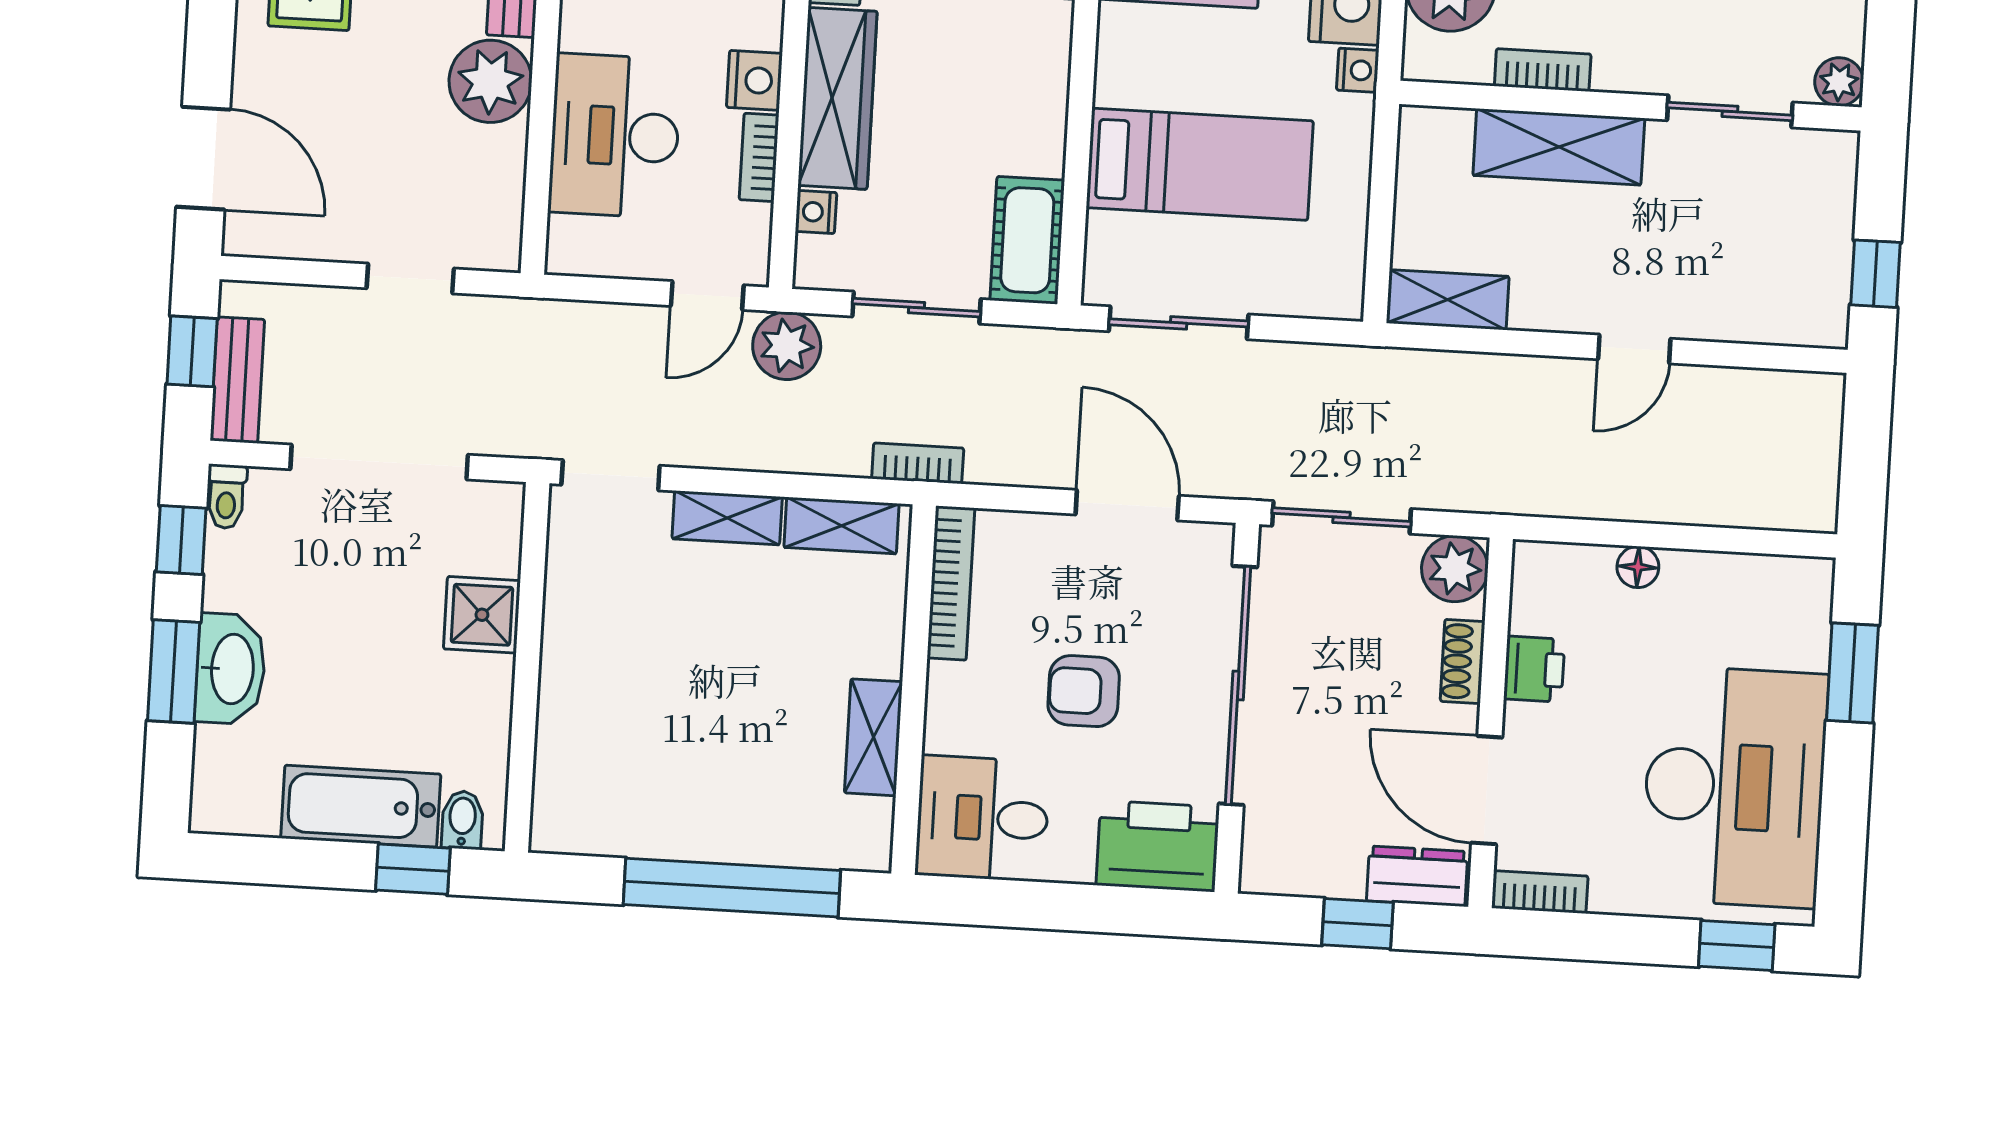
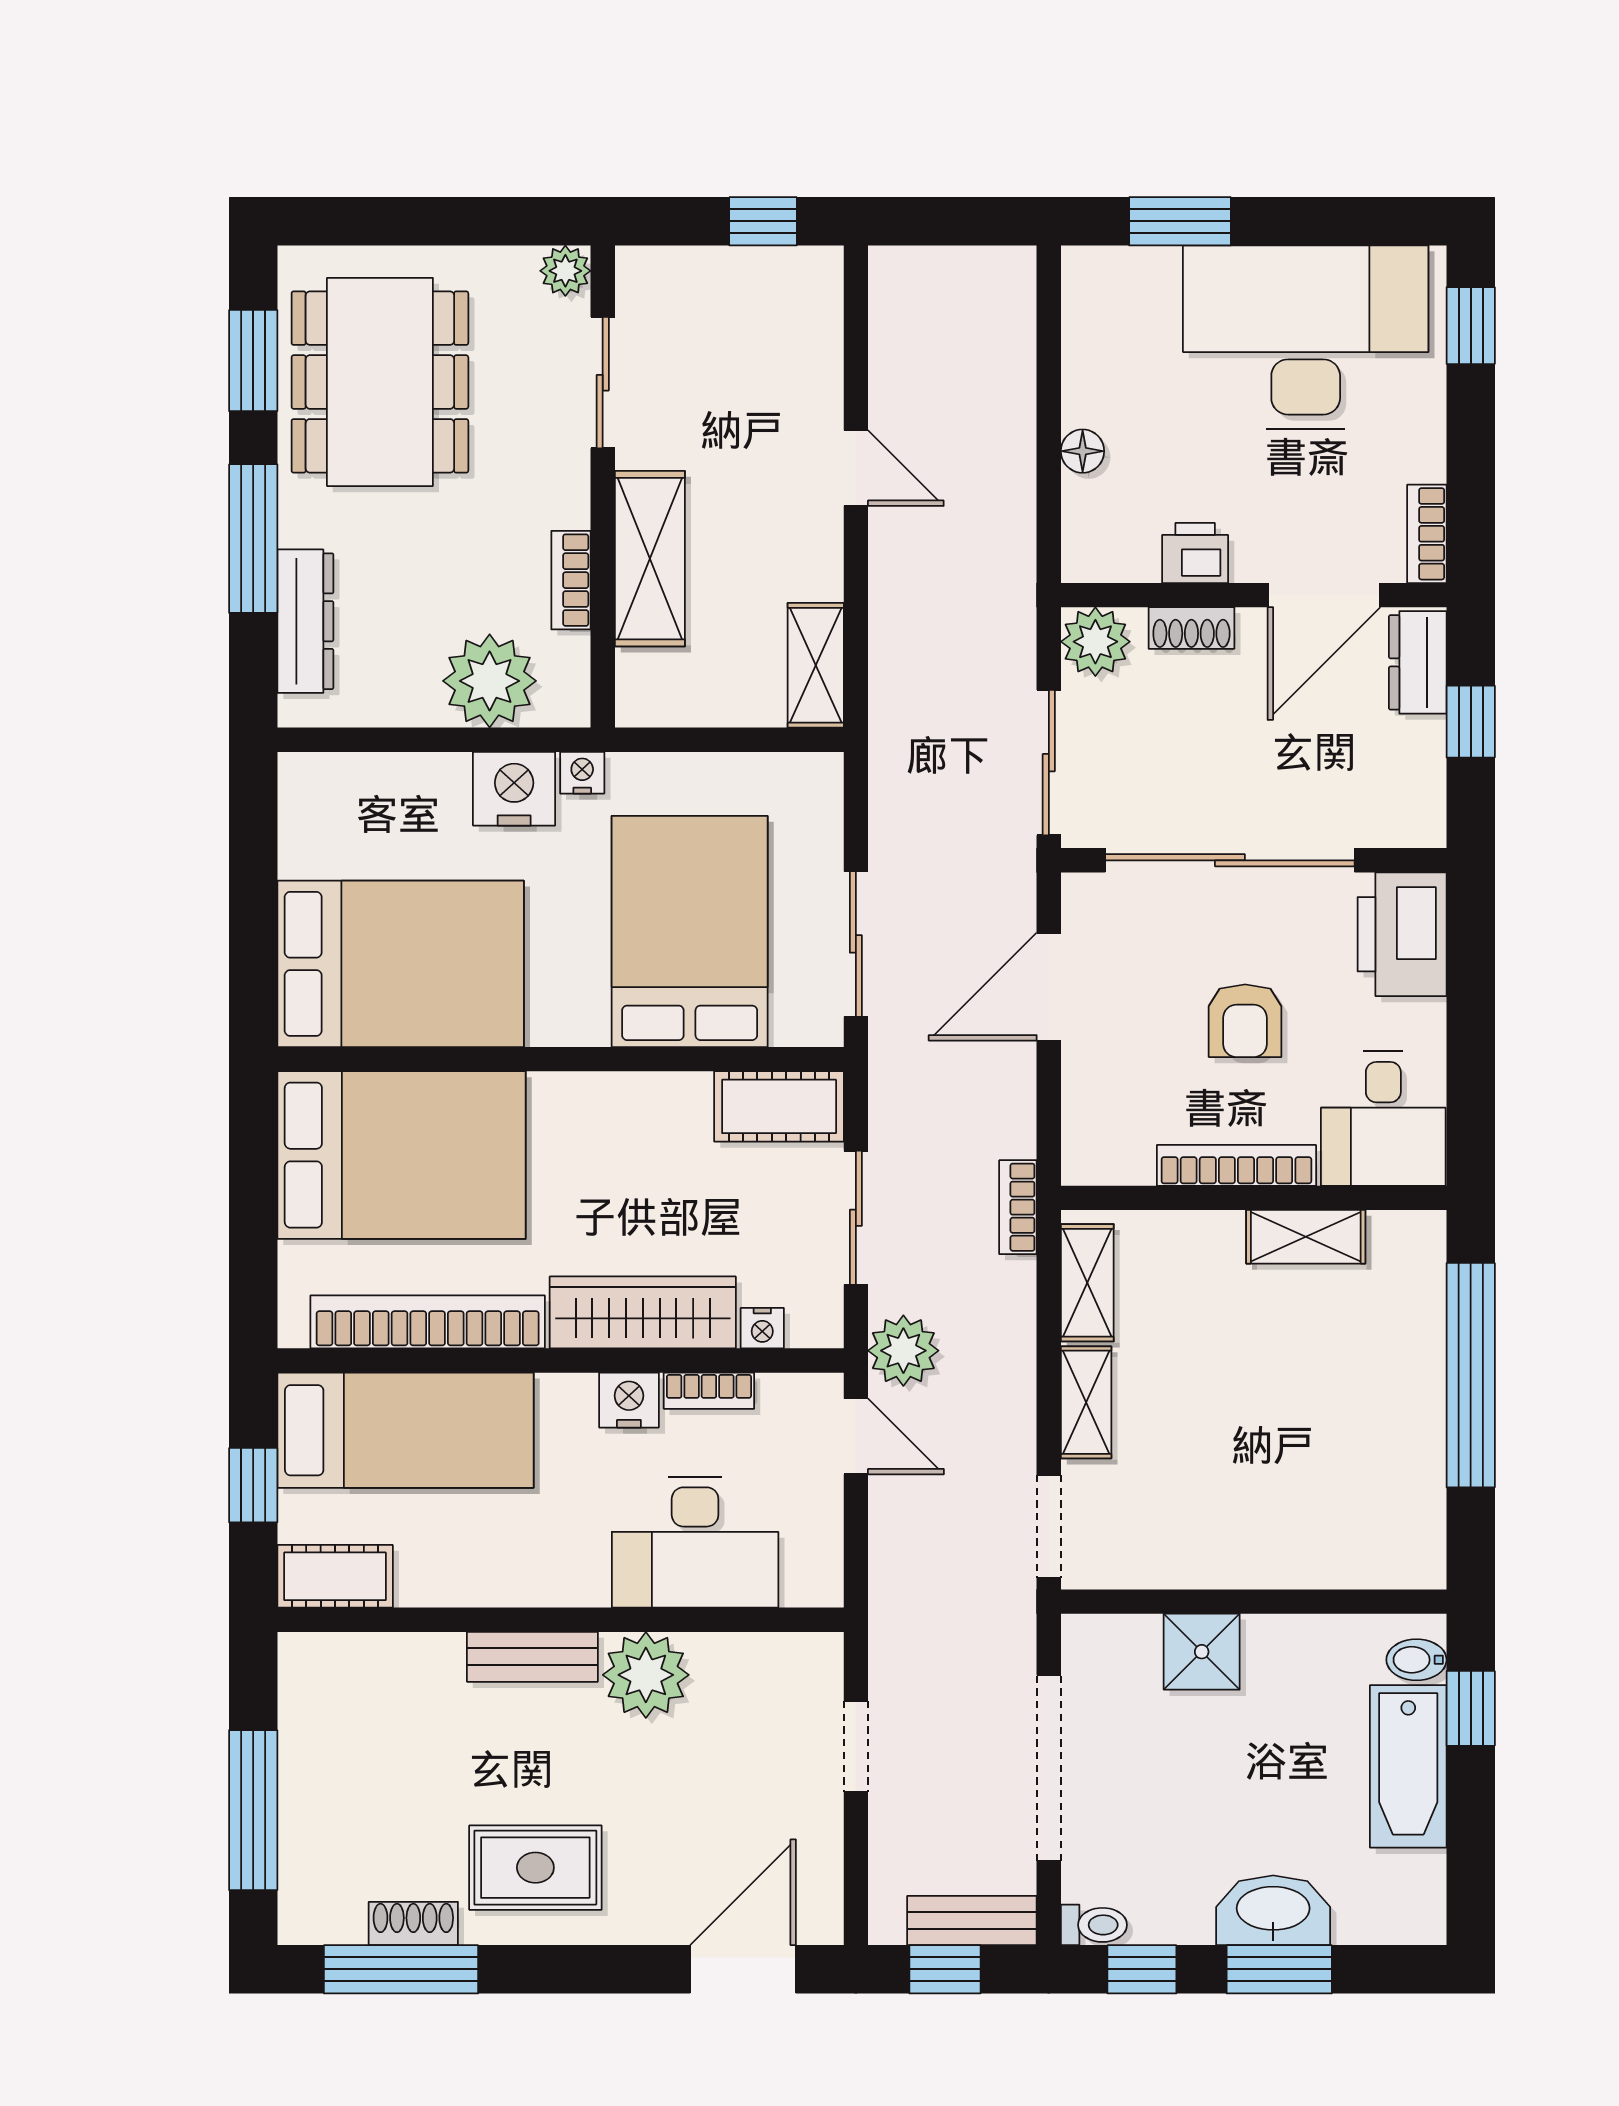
bed: (1200, 164) -> (690, 932), width x1.50
bookcase: (951, 583) -> (1236, 1165), moved

